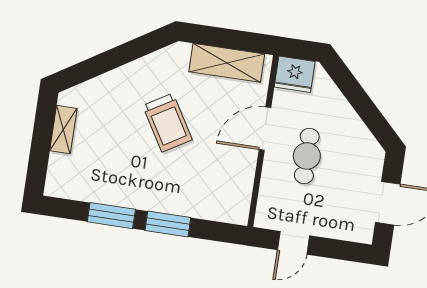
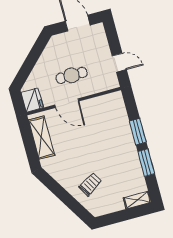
trolley: (167, 123) -> (90, 184), moved, width x0.73, depth x0.72
shelving: (63, 130) -> (137, 200), moved

